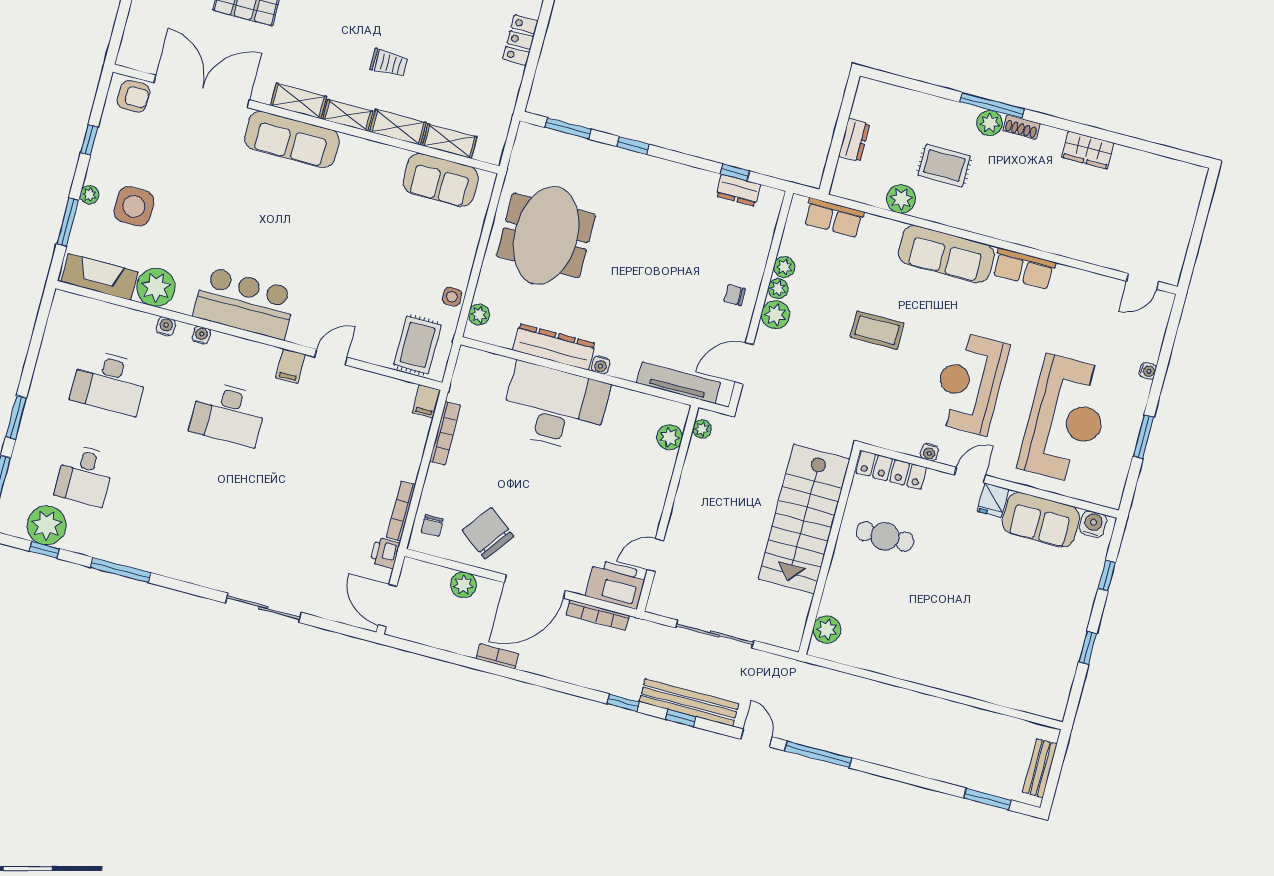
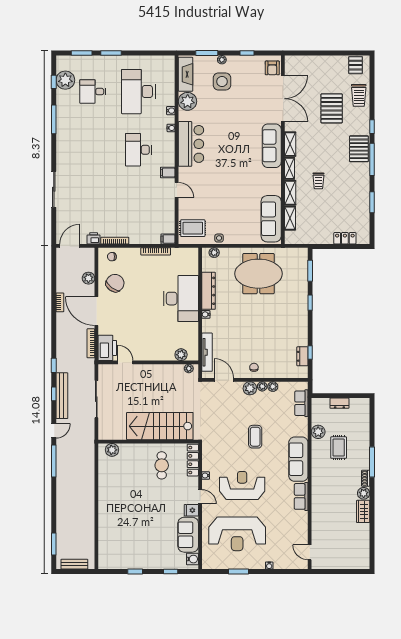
plant: (990, 123) -> (364, 493), moved
sofa: (441, 180) -> (271, 219), width x1.36
desk: (109, 382) -> (138, 92), width x1.36, depth x1.30

